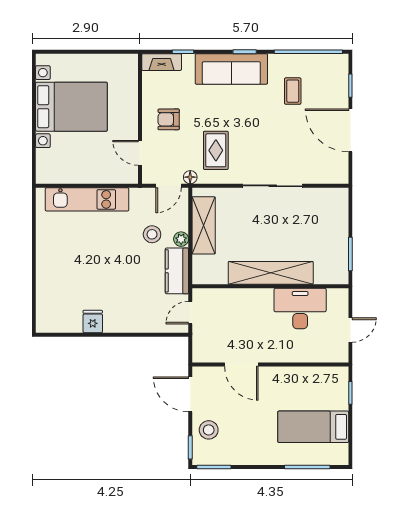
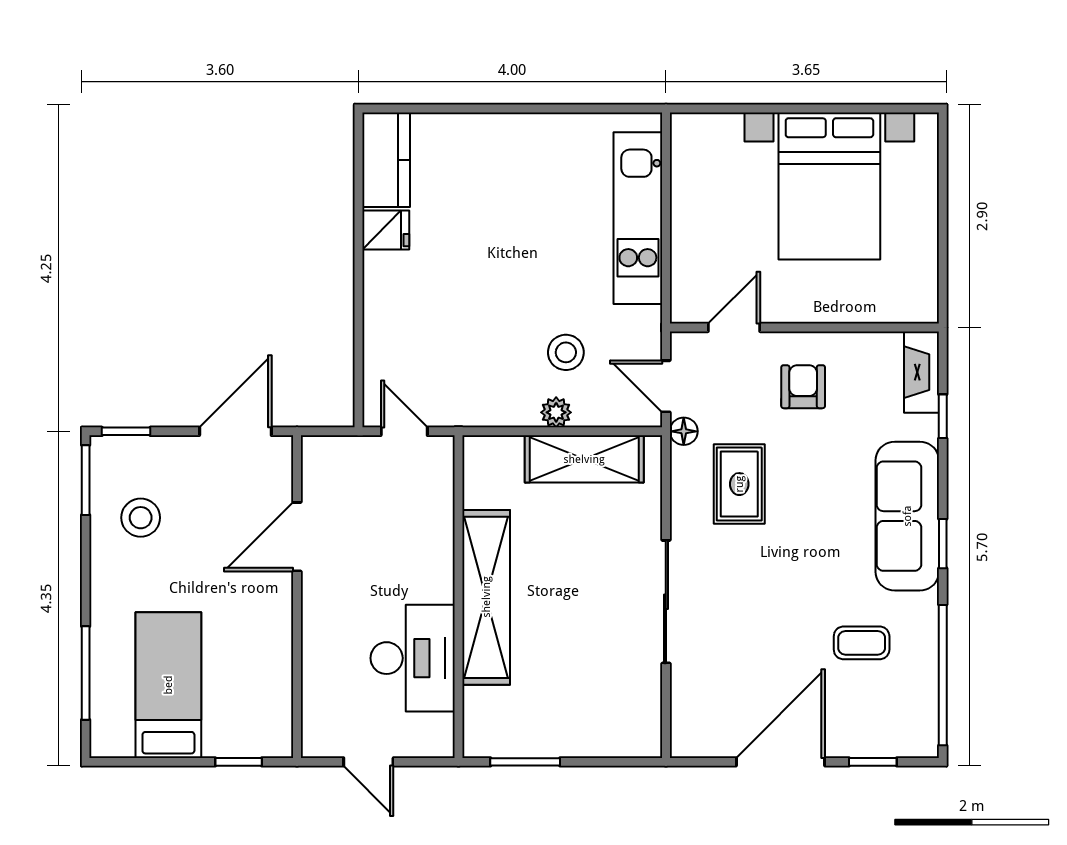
rug: (216, 150) -> (739, 484), turned 90
kitchen counter: (177, 271) -> (386, 160), moved, turned 90
stool: (209, 430) -> (141, 518), moved

